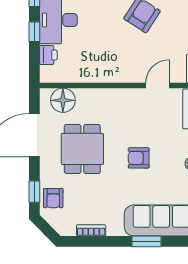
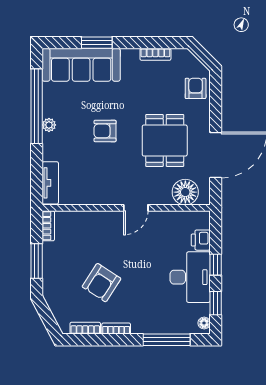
door: (157, 85) -> (136, 208), moved
armchair: (139, 158) -> (105, 131), turned 180
window: (34, 192) -> (216, 95), removed

